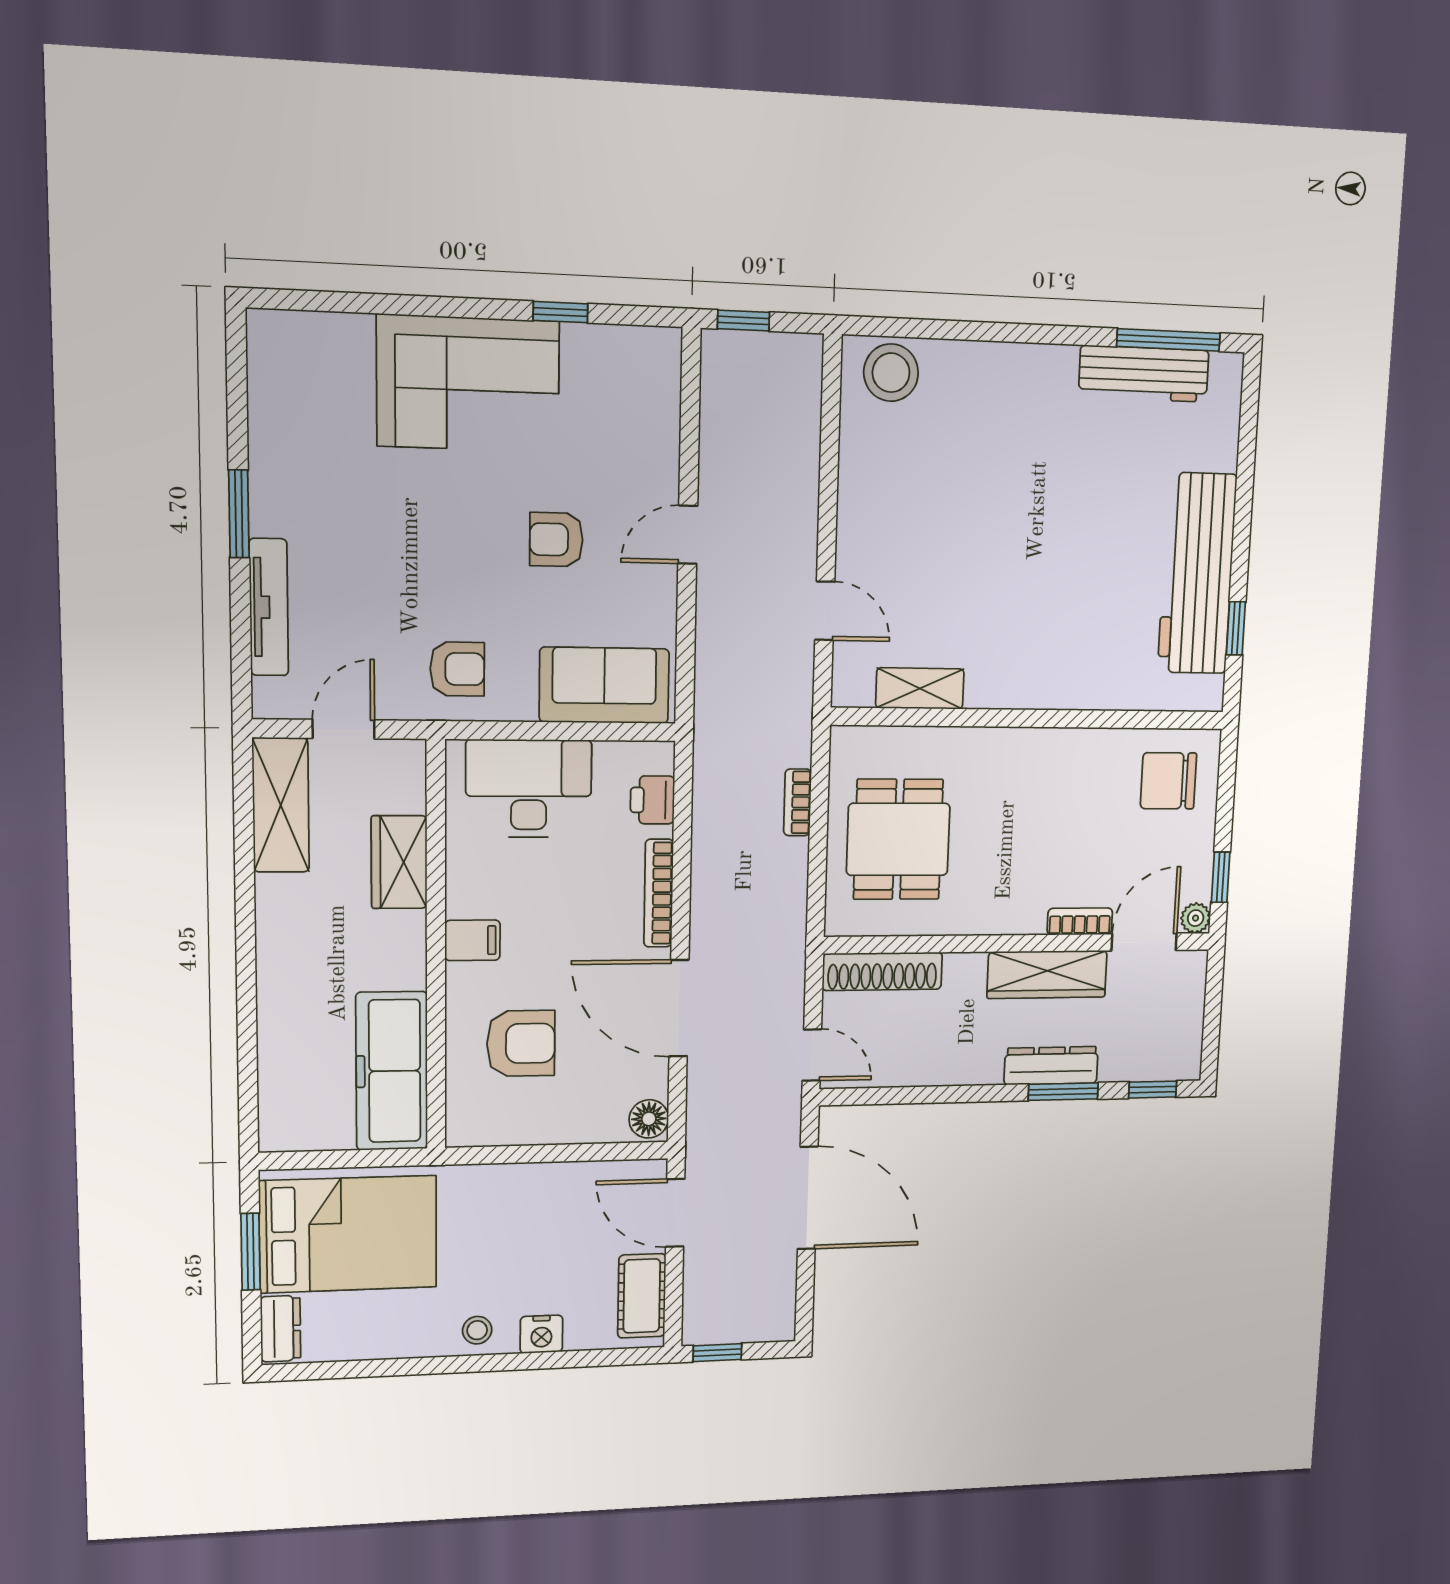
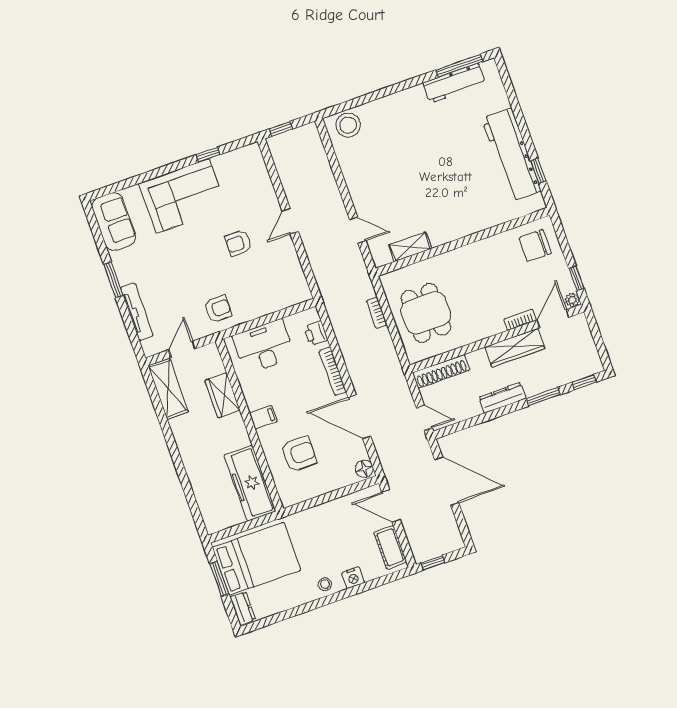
sofa: (604, 685) -> (114, 222), moved, turned 90
dresser: (1051, 1066) -> (502, 398), moved

